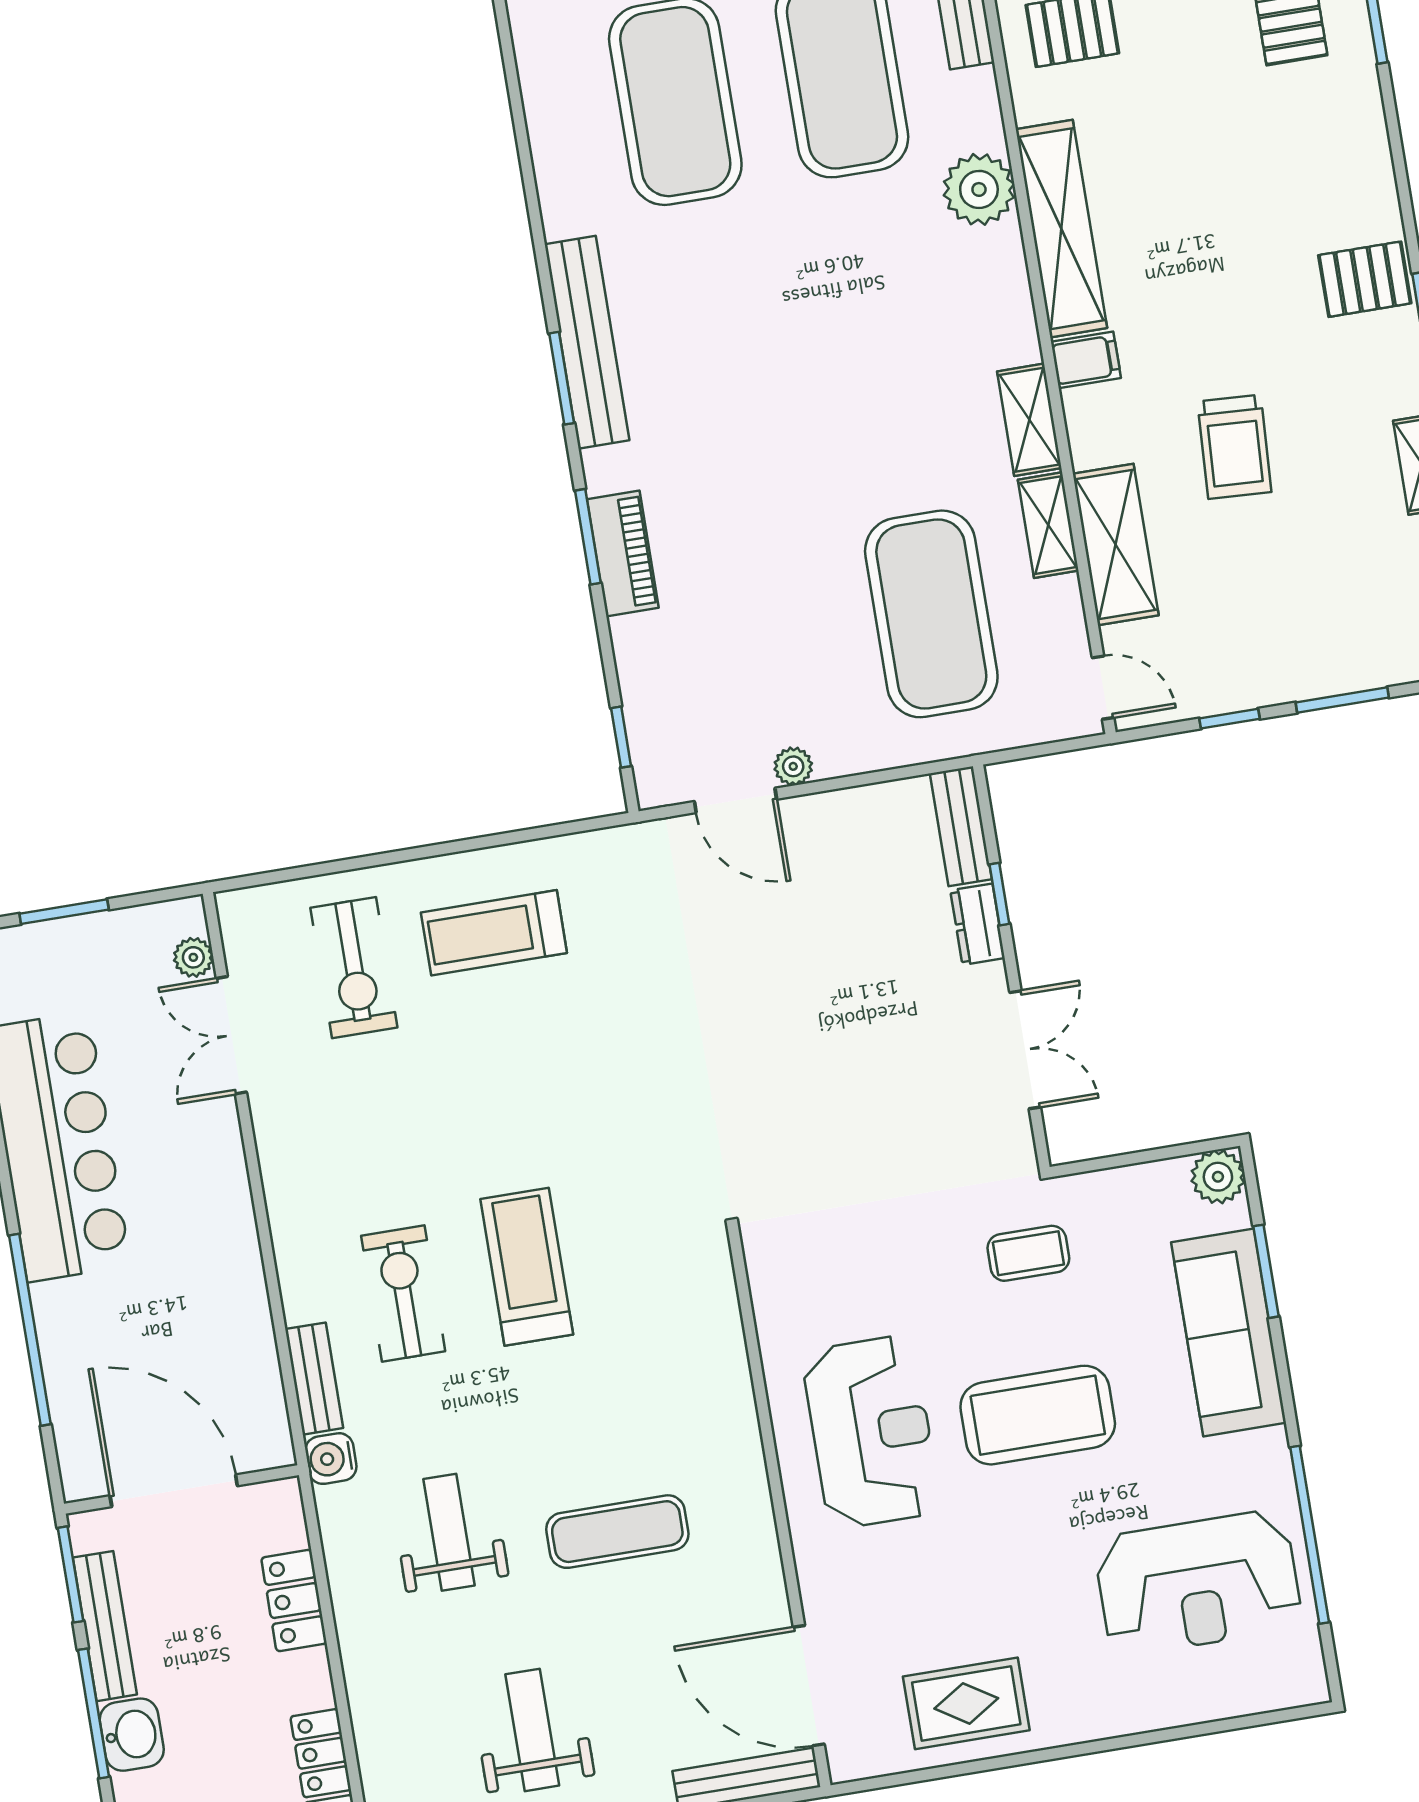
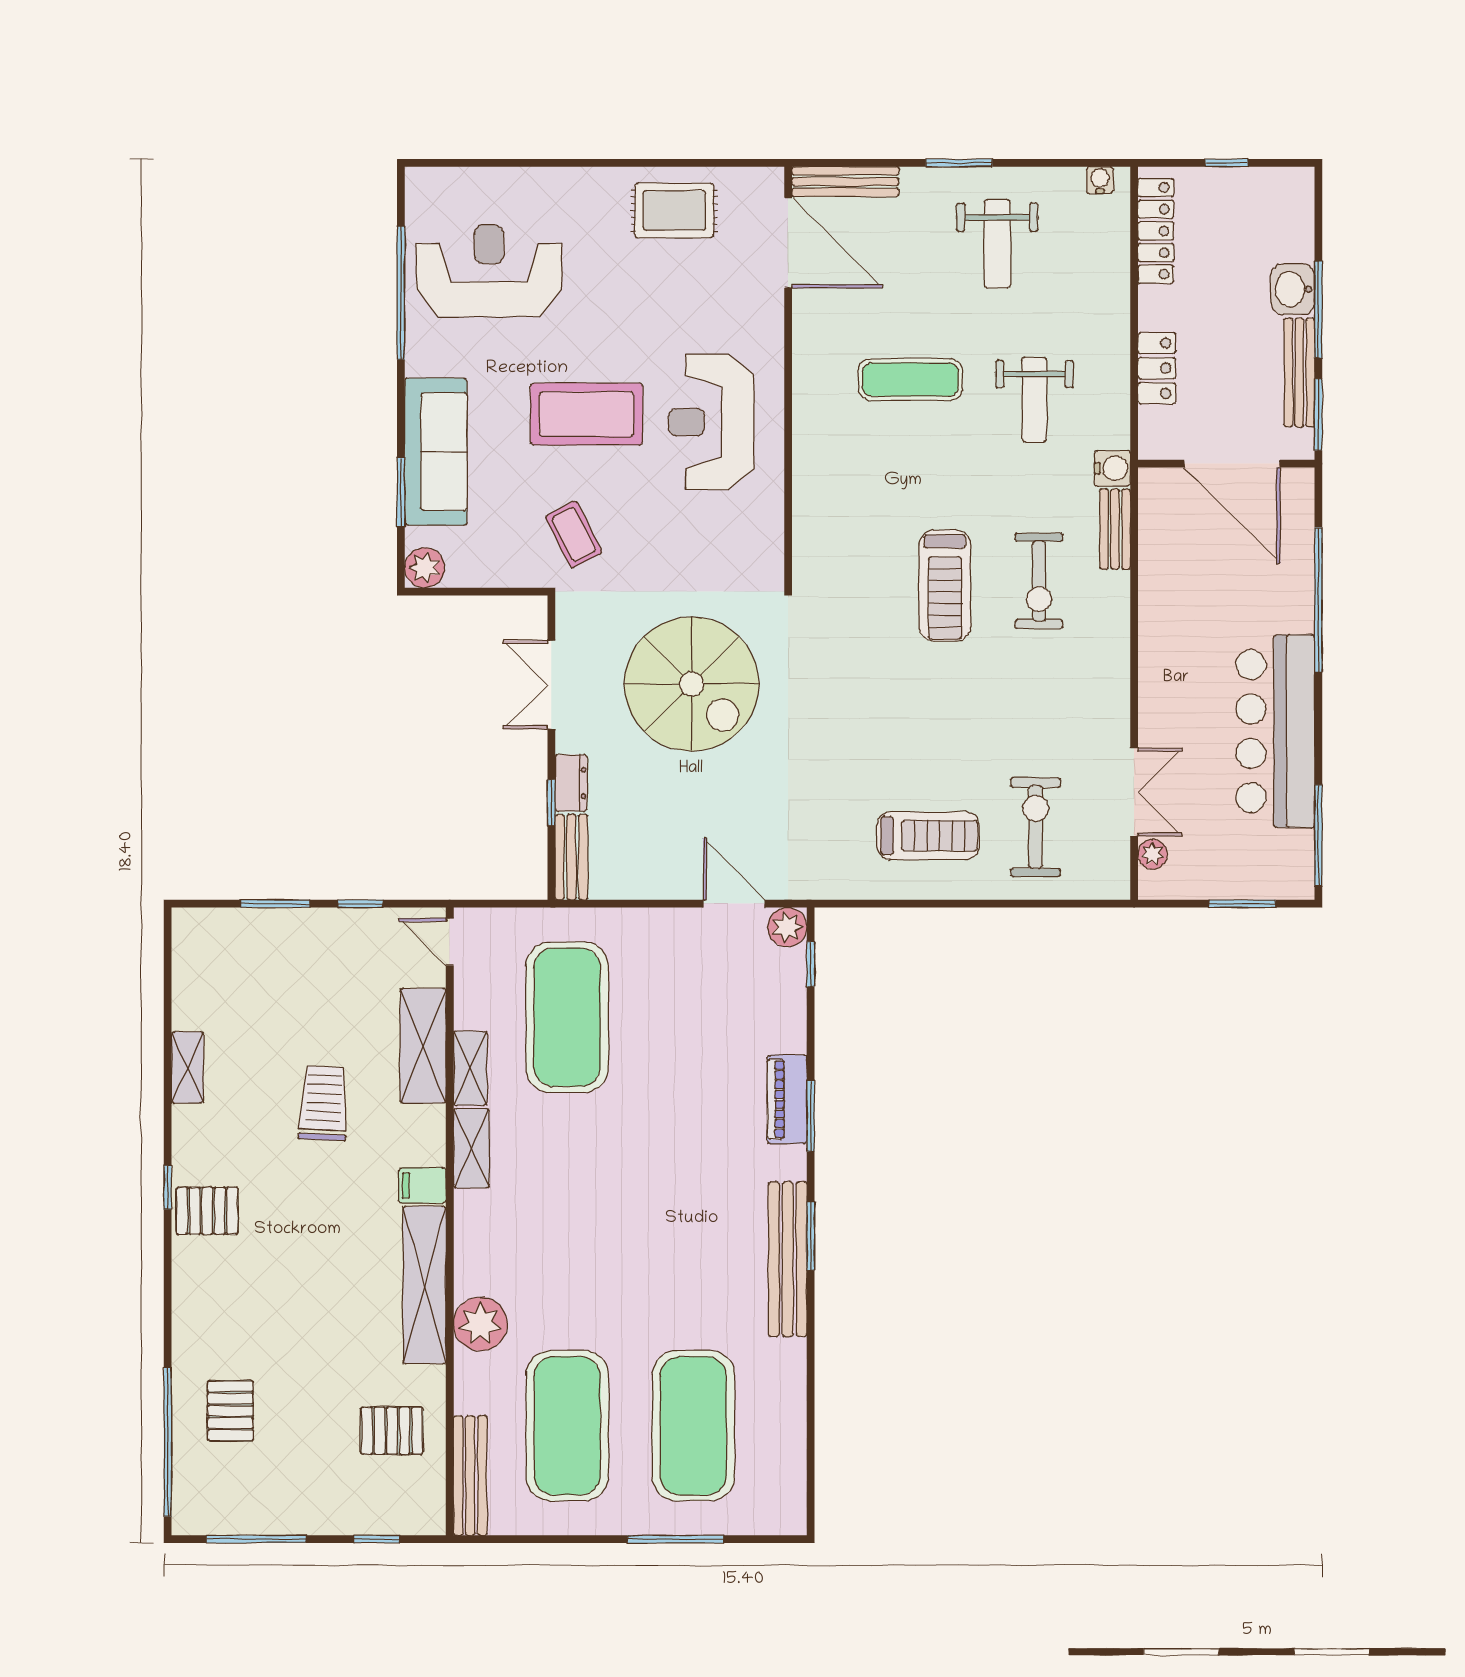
plant: (793, 766) -> (787, 927), moved, width x1.38, depth x1.38
spiral stairs: (840, 1081) -> (692, 684), added
coffee table: (1028, 1253) -> (574, 534), turned 63

